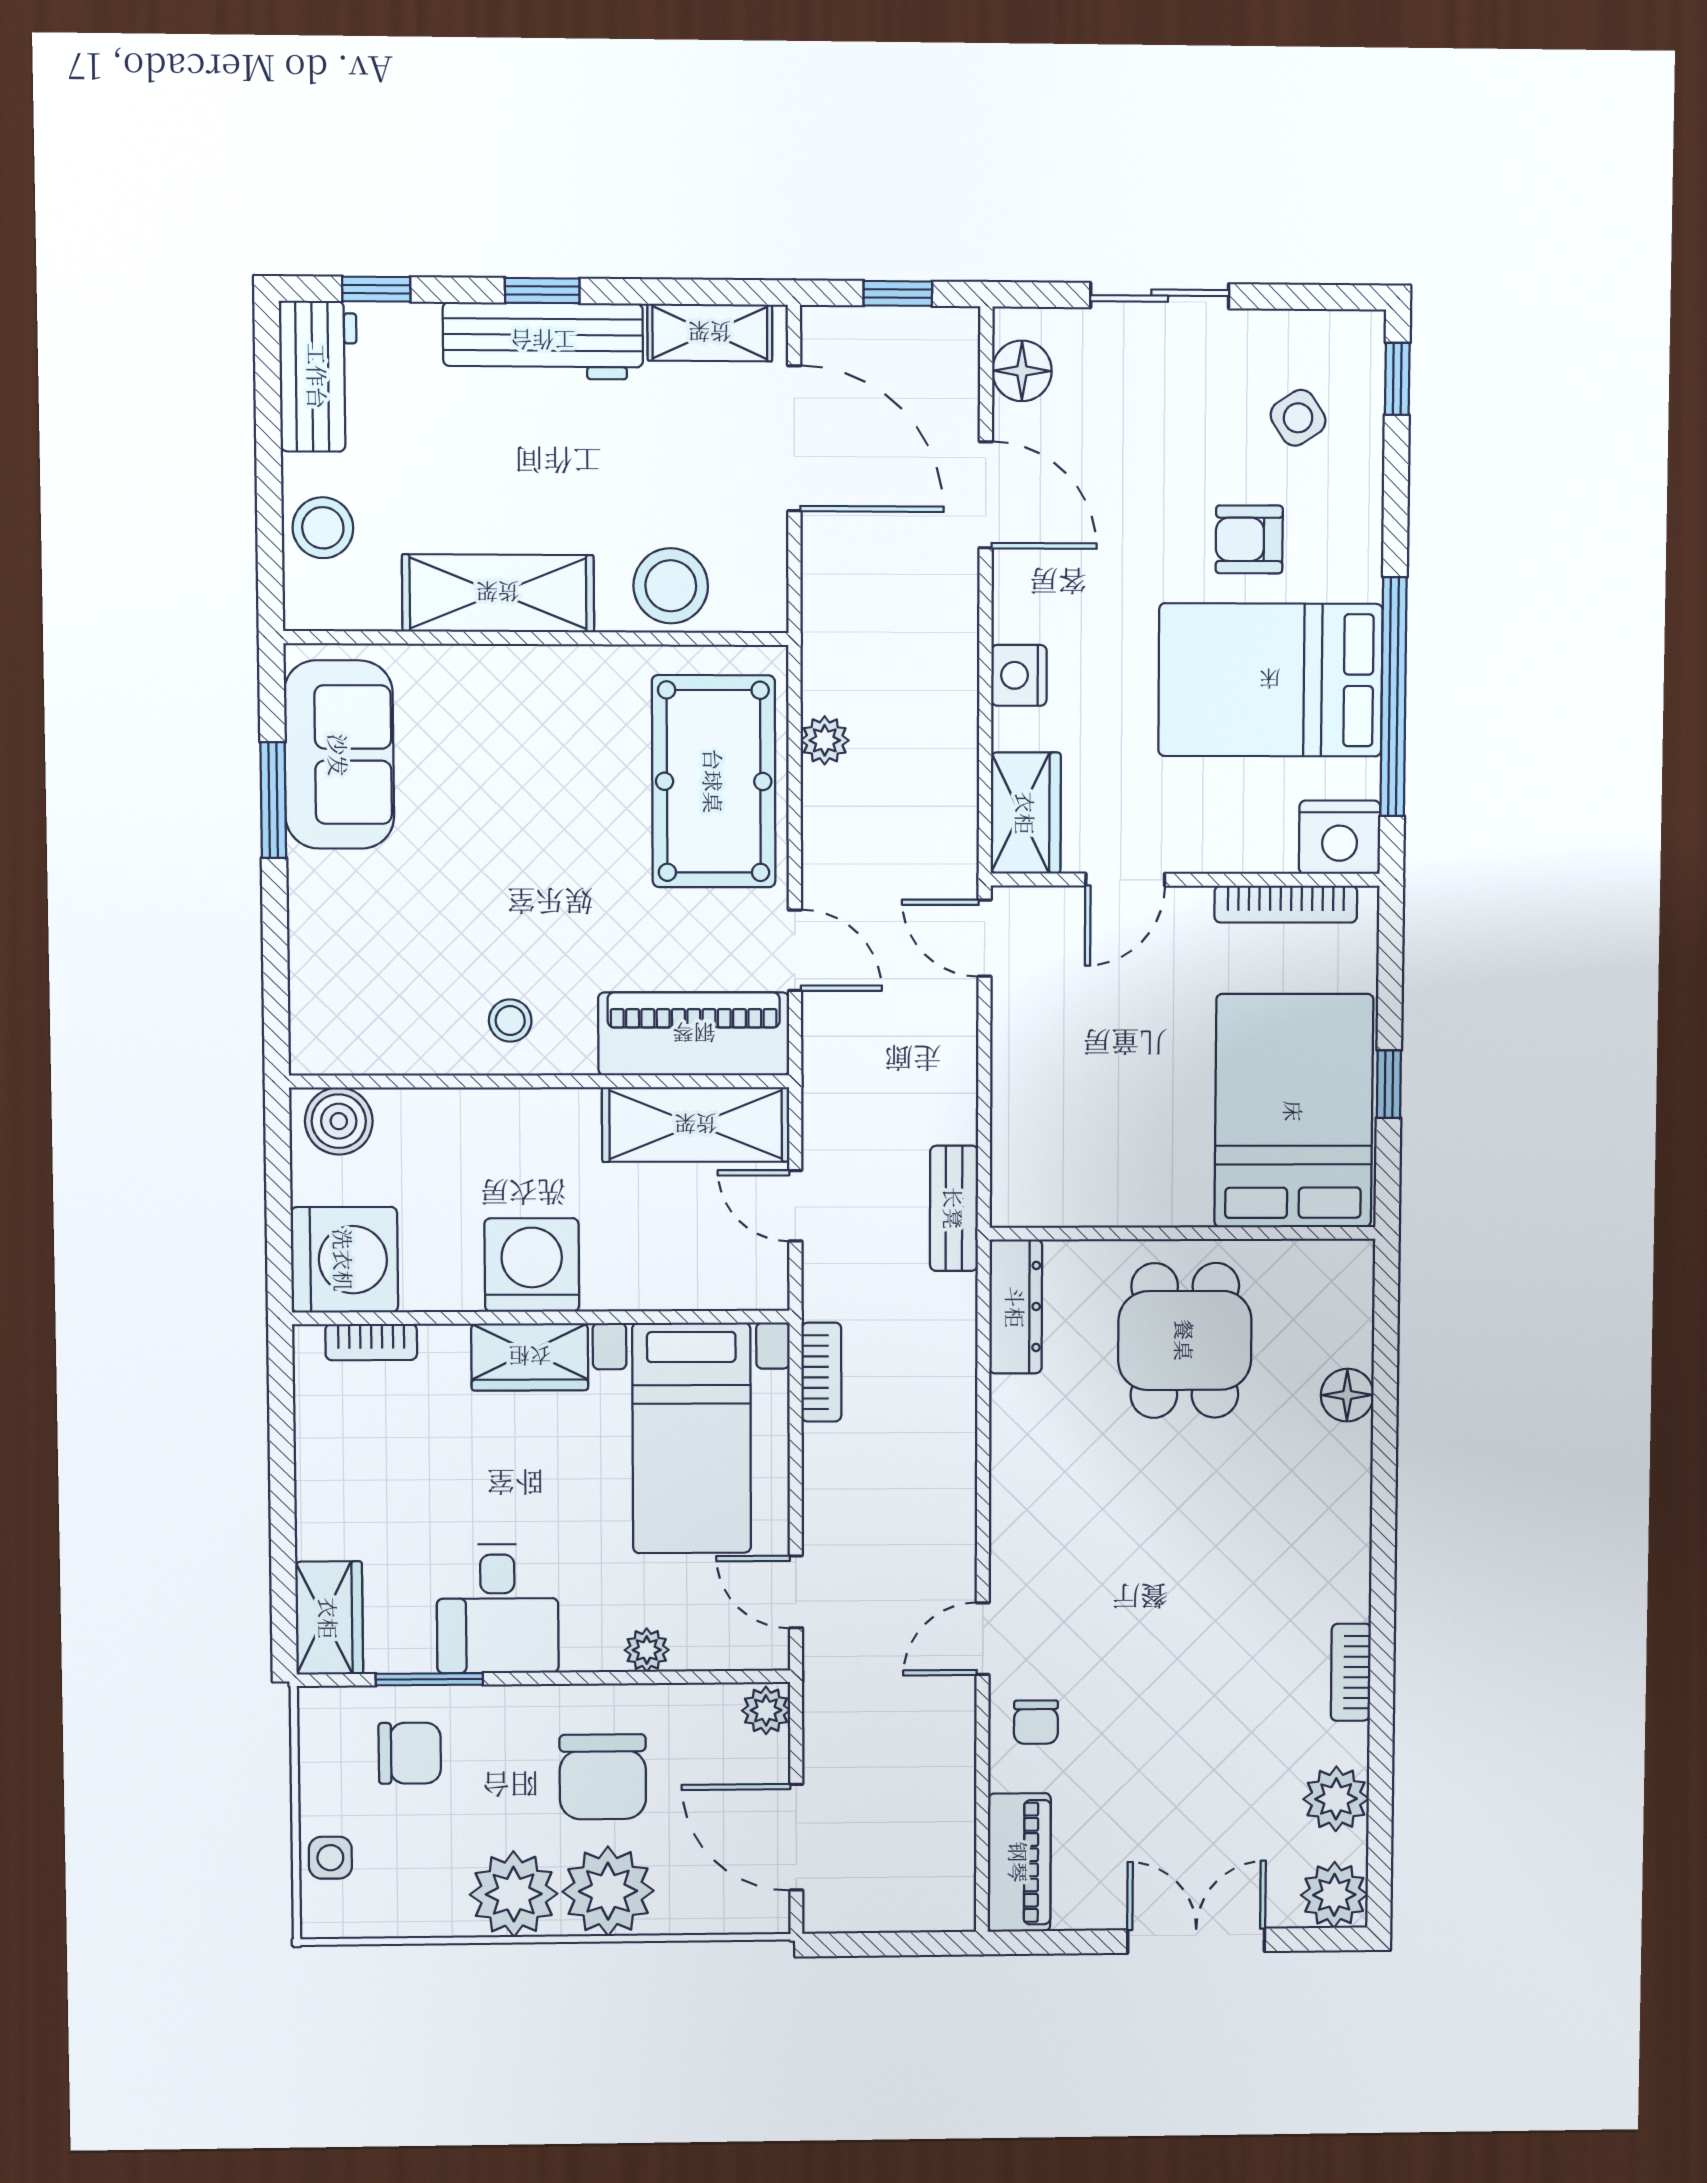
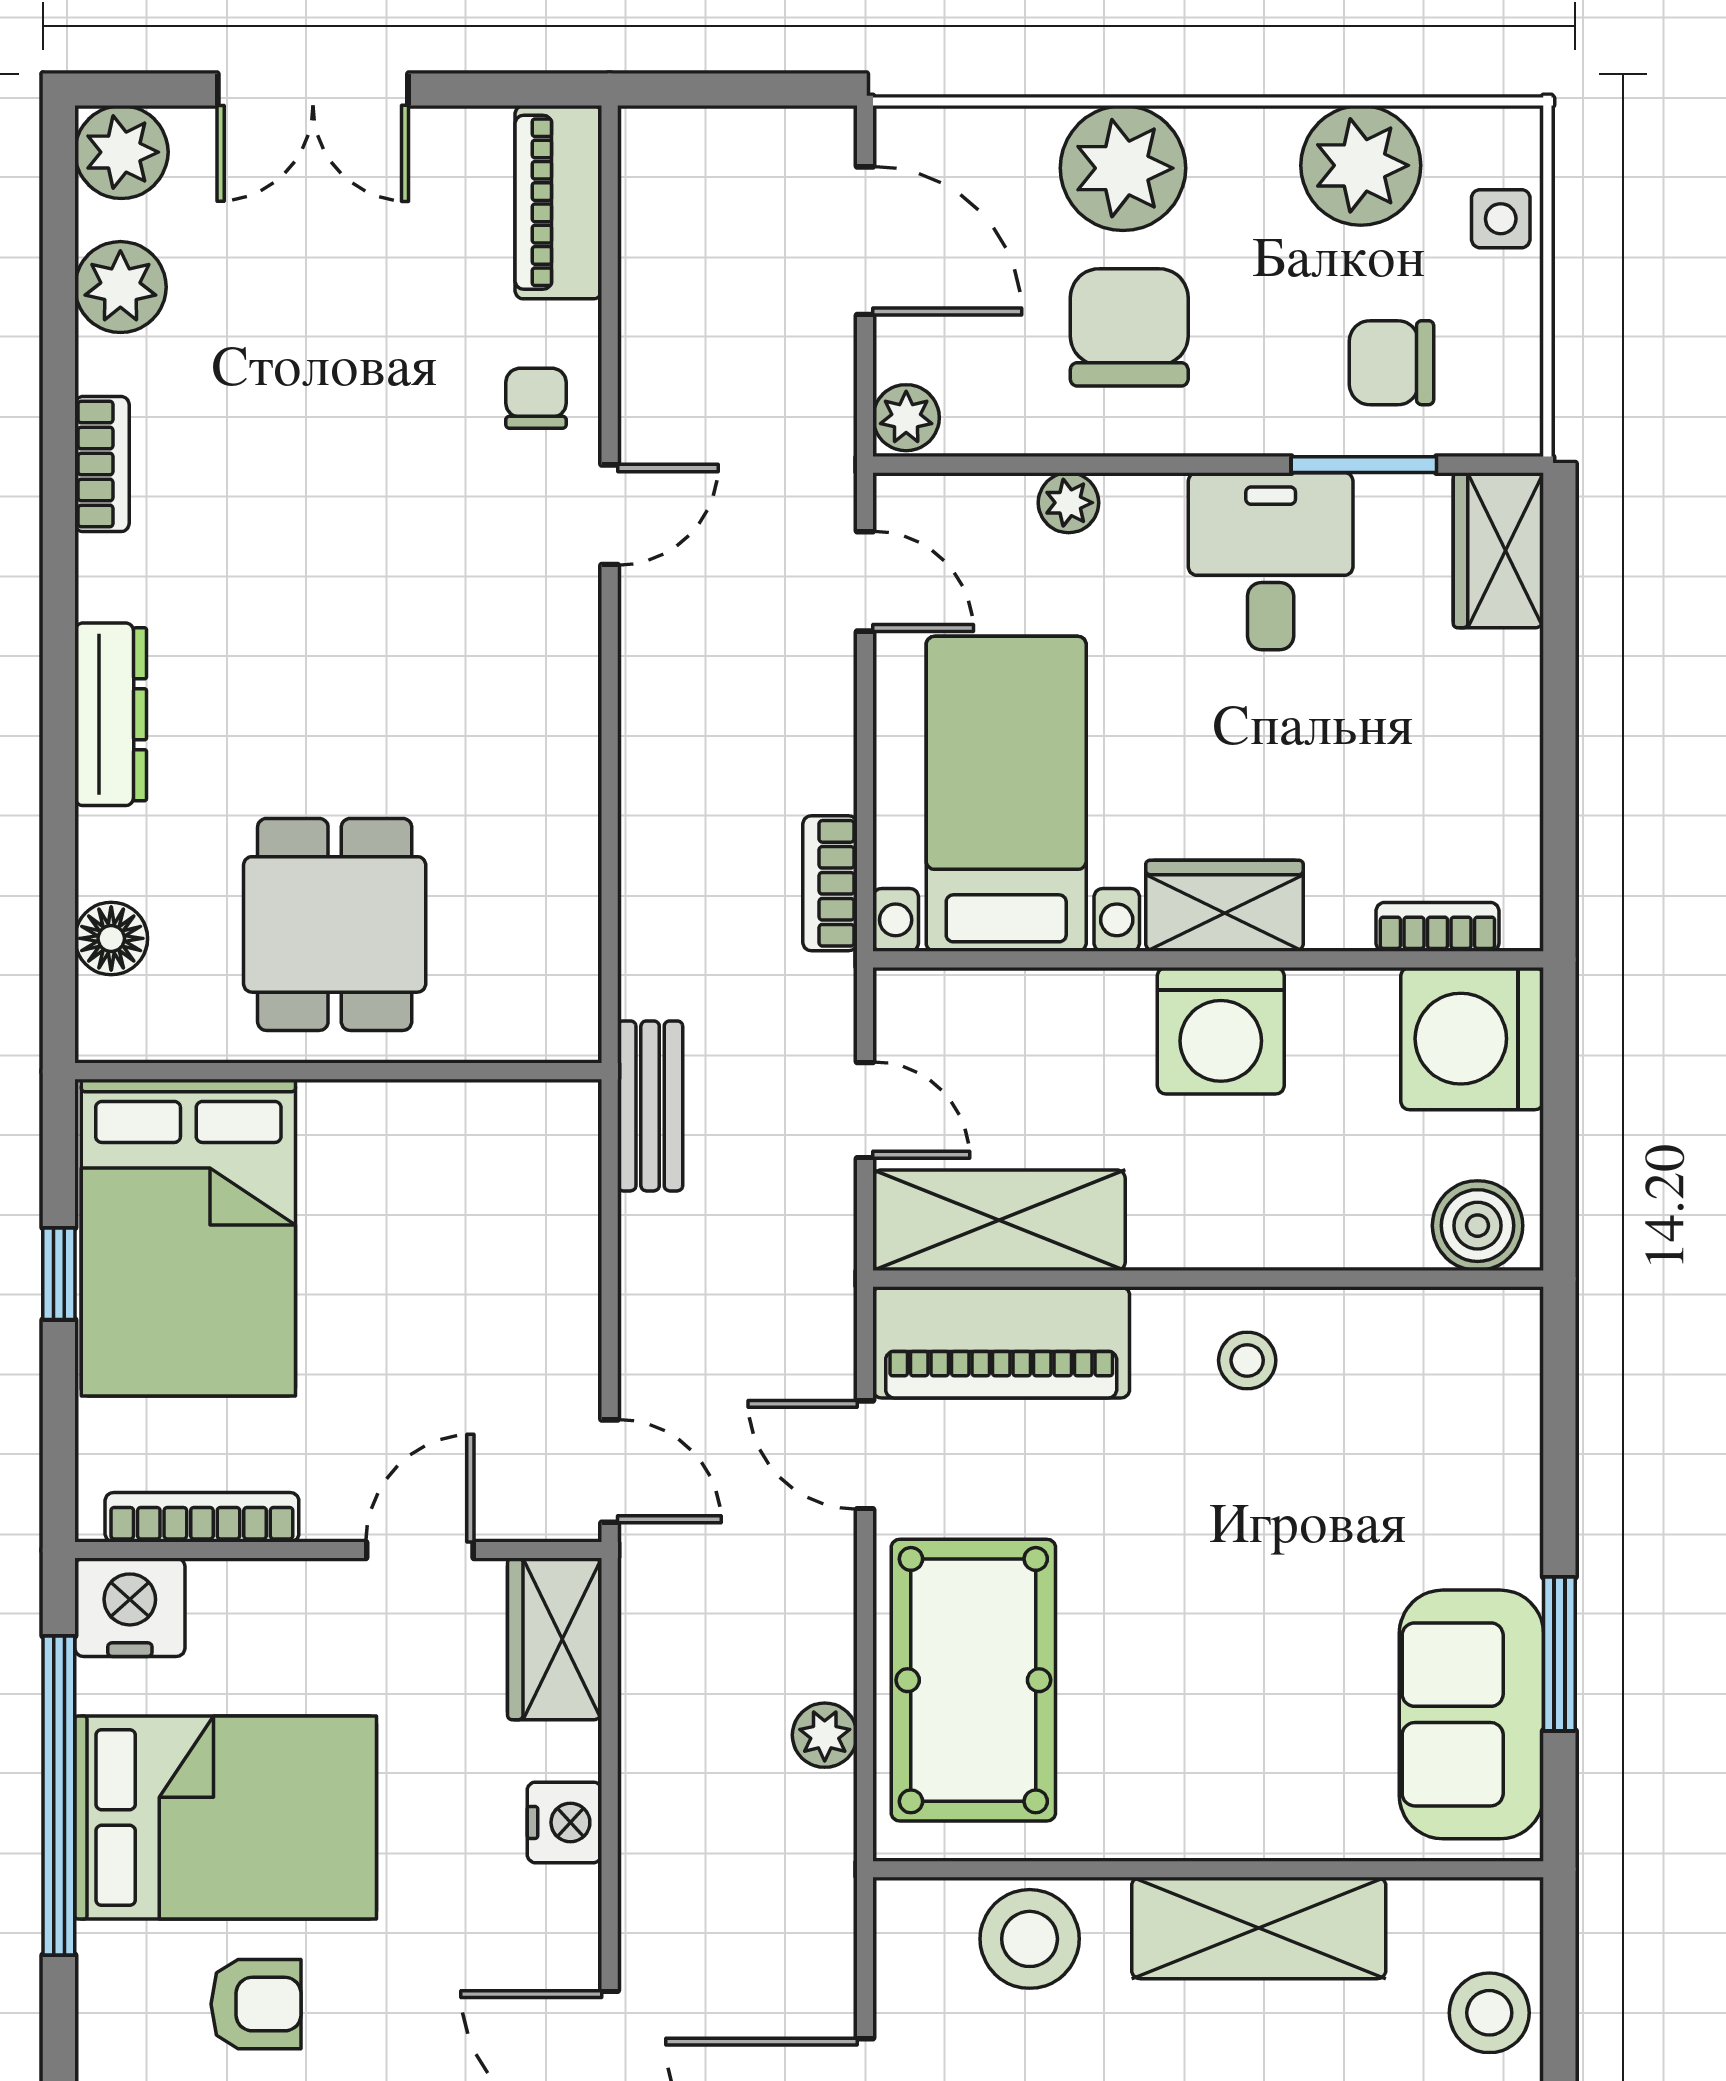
dresser: (1016, 1307) -> (111, 714), moved, turned 180
floor lamp: (1347, 1395) -> (111, 938), moved
plant: (514, 1894) -> (1361, 165), moved

